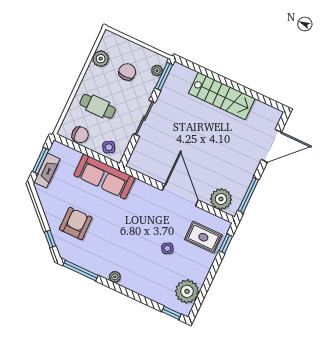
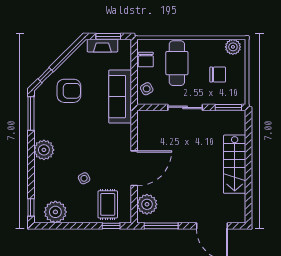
plant: (101, 59) -> (233, 47), moved
plant: (157, 71) -> (231, 99), removed
cafe table: (98, 106) -> (177, 63), width x1.37, depth x1.35
plant: (115, 277) -> (44, 150), width x1.88, depth x1.88

